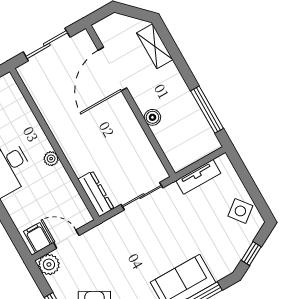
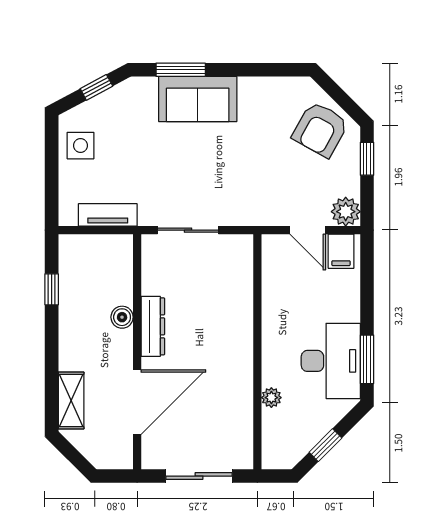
window: (207, 110) -> (52, 289), width x0.46
plant: (51, 159) -> (271, 398), moved
dresser: (96, 194) -> (153, 326), moved, turned 180
side table: (240, 211) -> (81, 146), turned 38

